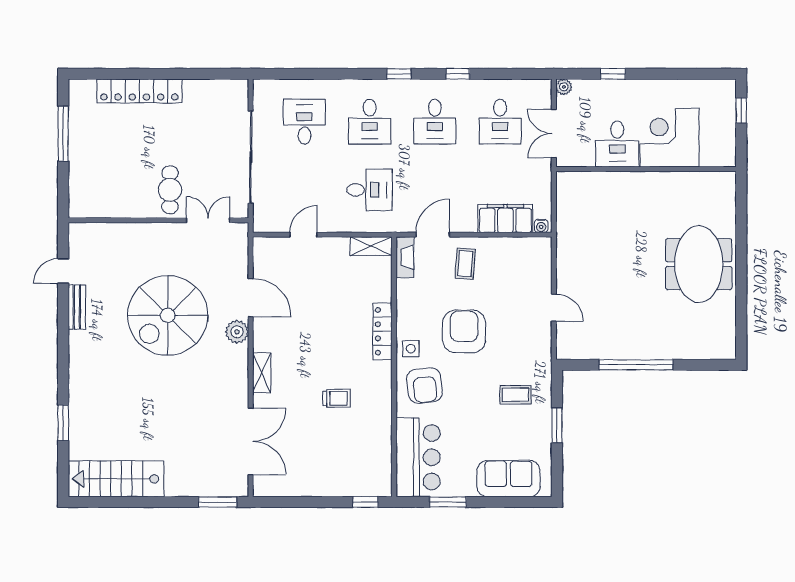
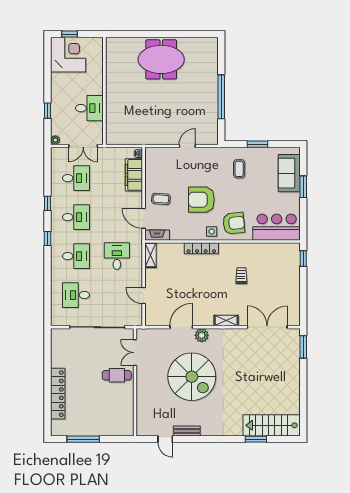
corner desk: (670, 138) -> (68, 55), moved, turned 180
stairs: (116, 479) -> (272, 425), moved, turned 90
window: (448, 502) -> (303, 187), moved

